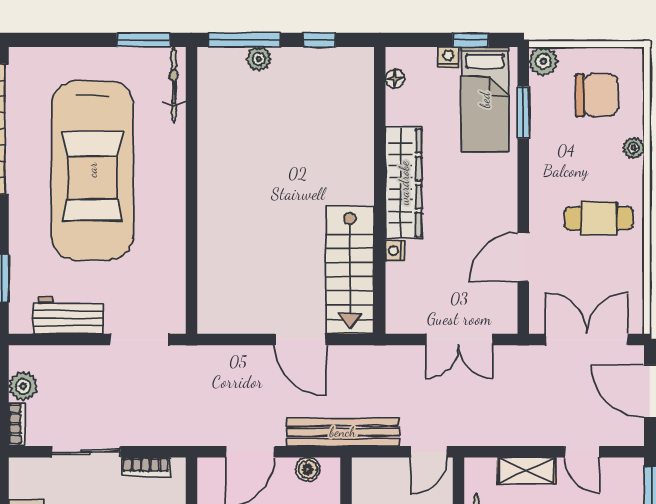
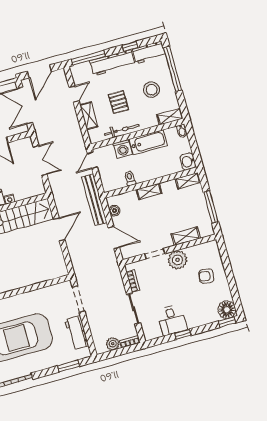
door: (429, 452) -> (92, 160), swing flipped

